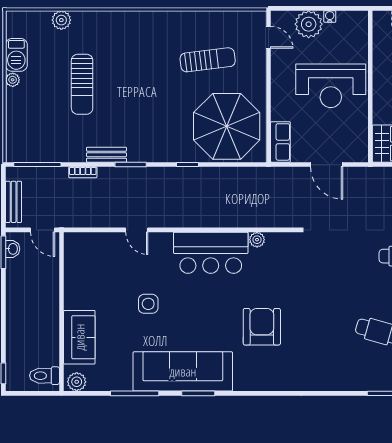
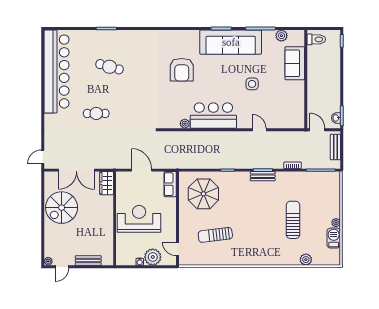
parasol: (227, 126) -> (203, 194), width x0.73, depth x0.73
bench: (106, 155) -> (263, 176), moved
plant: (77, 382) -> (281, 36), moved

